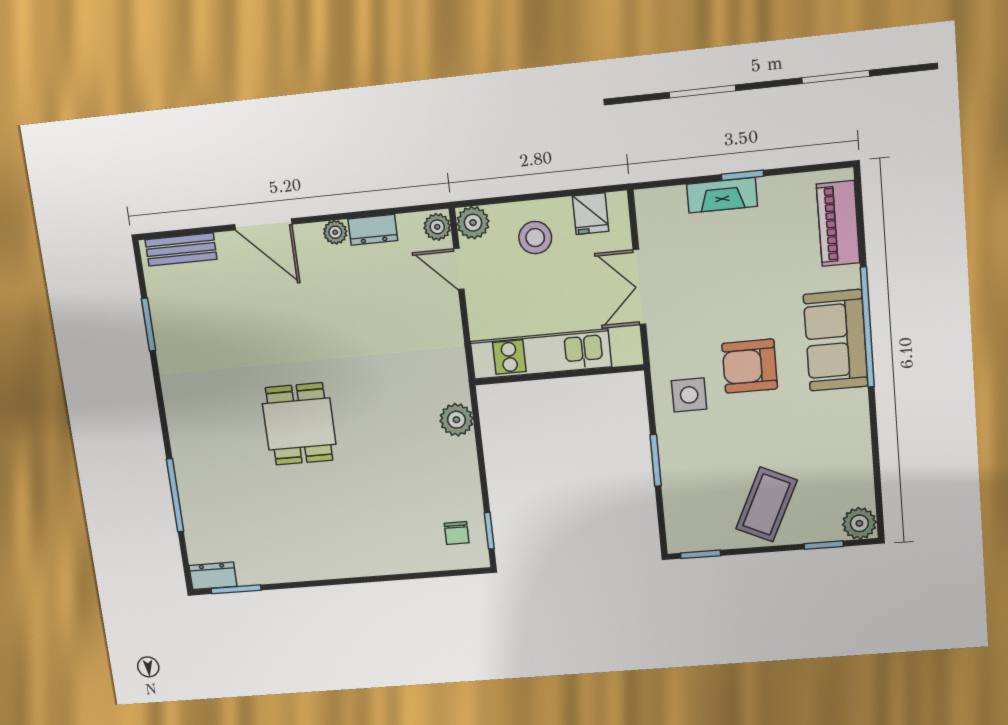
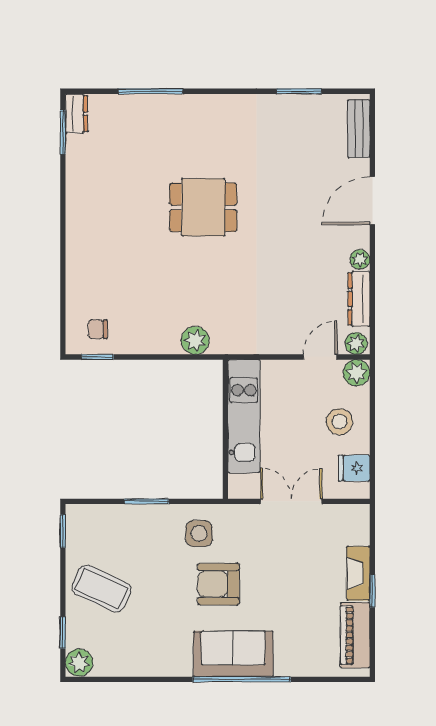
piano: (838, 223) -> (355, 635), moved, turned -90
dresser: (373, 230) -> (359, 299), width x1.44
armchair: (750, 366) -> (218, 584), turned -90

